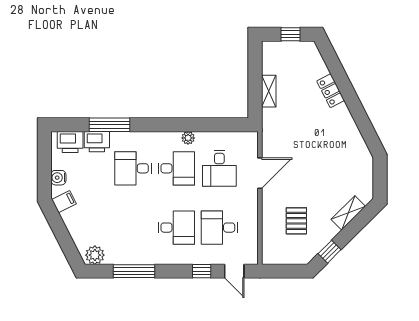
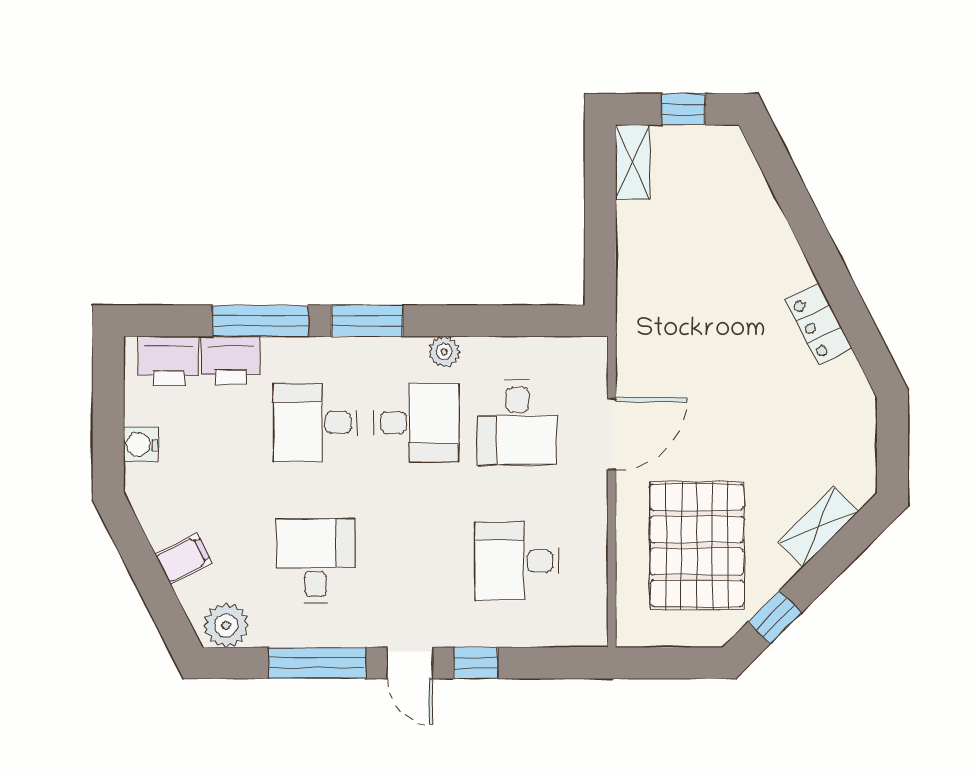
shelving: (269, 91) -> (632, 162), moved
locker: (331, 91) -> (819, 324), moved
window: (155, 125) -> (367, 321), added
filing cabinet: (64, 202) -> (184, 559), moved
pallet: (296, 221) -> (697, 545), width x2.05, depth x2.00
desk: (176, 228) -> (315, 561), moved, turned -90
door: (234, 271) -> (410, 663), moved

